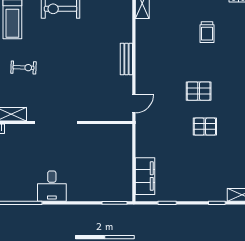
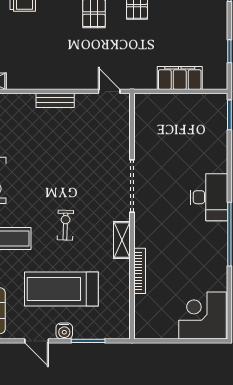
filing cabinet: (145, 176) -> (180, 78), moved
desk: (52, 186) -> (209, 197), width x1.37

